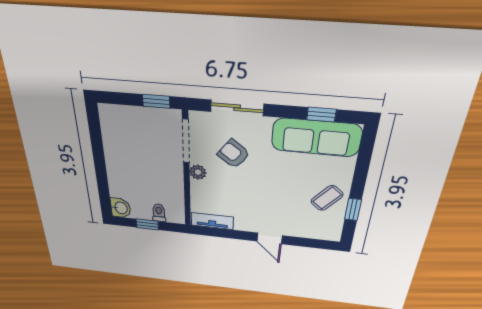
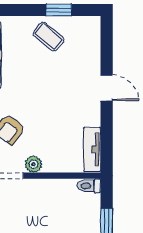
toilet: (159, 213) -> (89, 186), moved
door: (269, 238) -> (107, 88), hinge flipped

